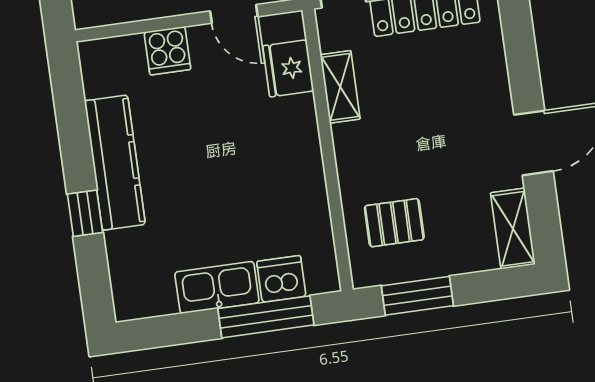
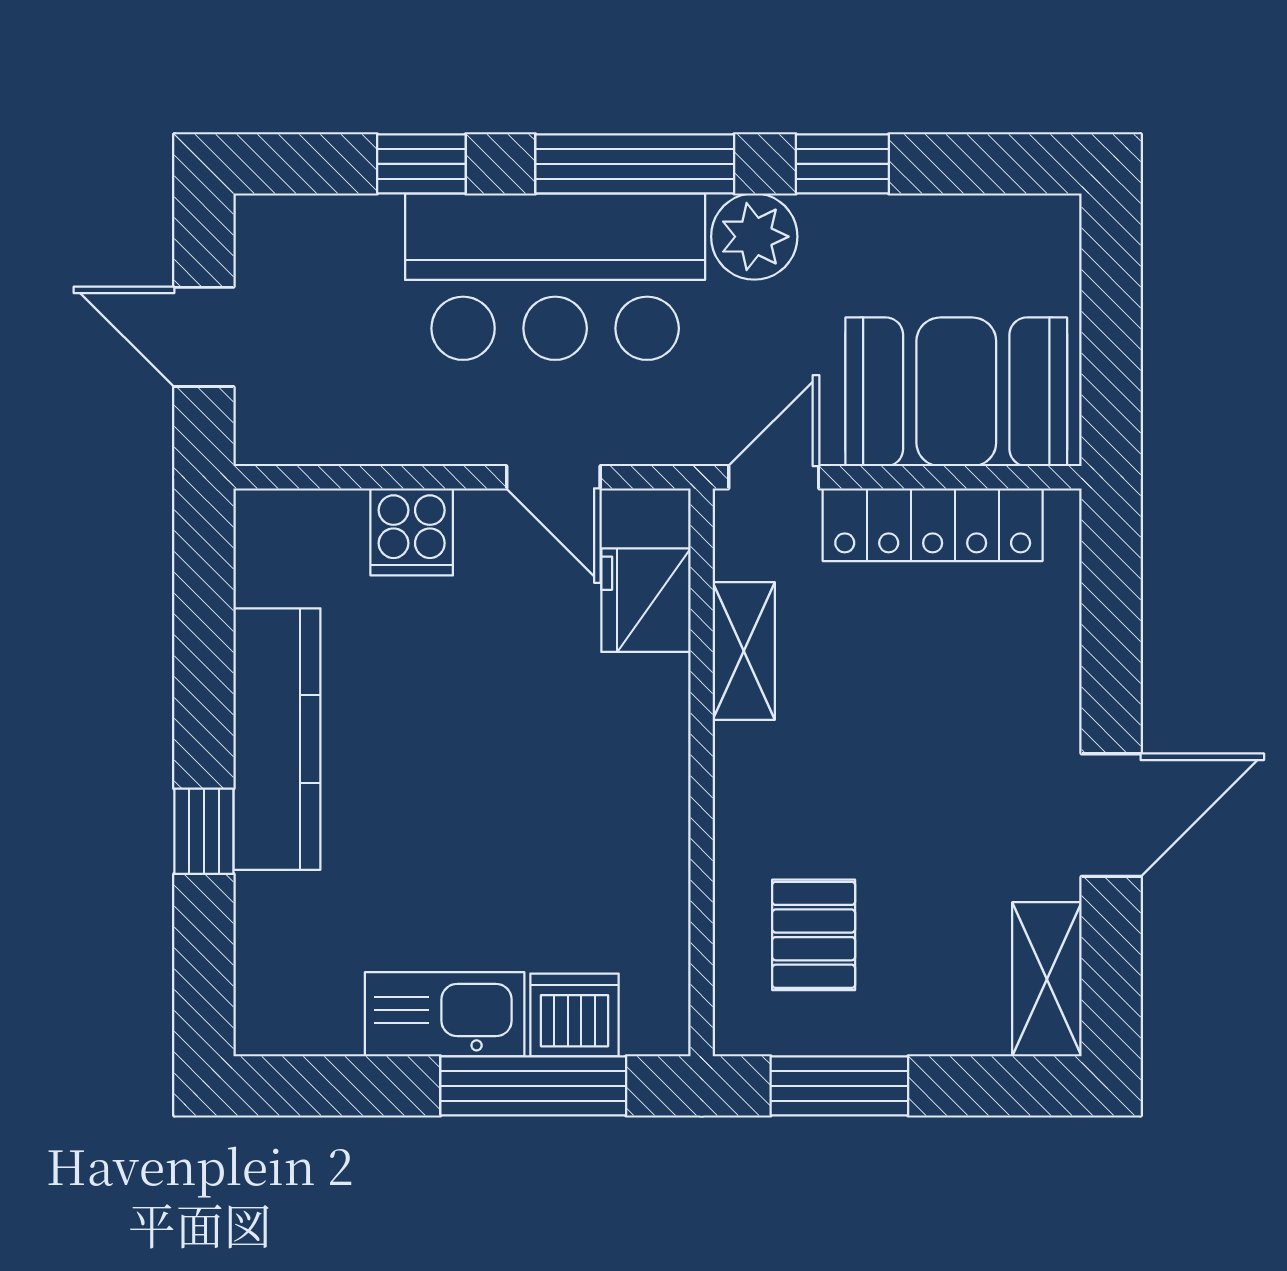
pallet: (394, 223) -> (814, 935), turned 90

